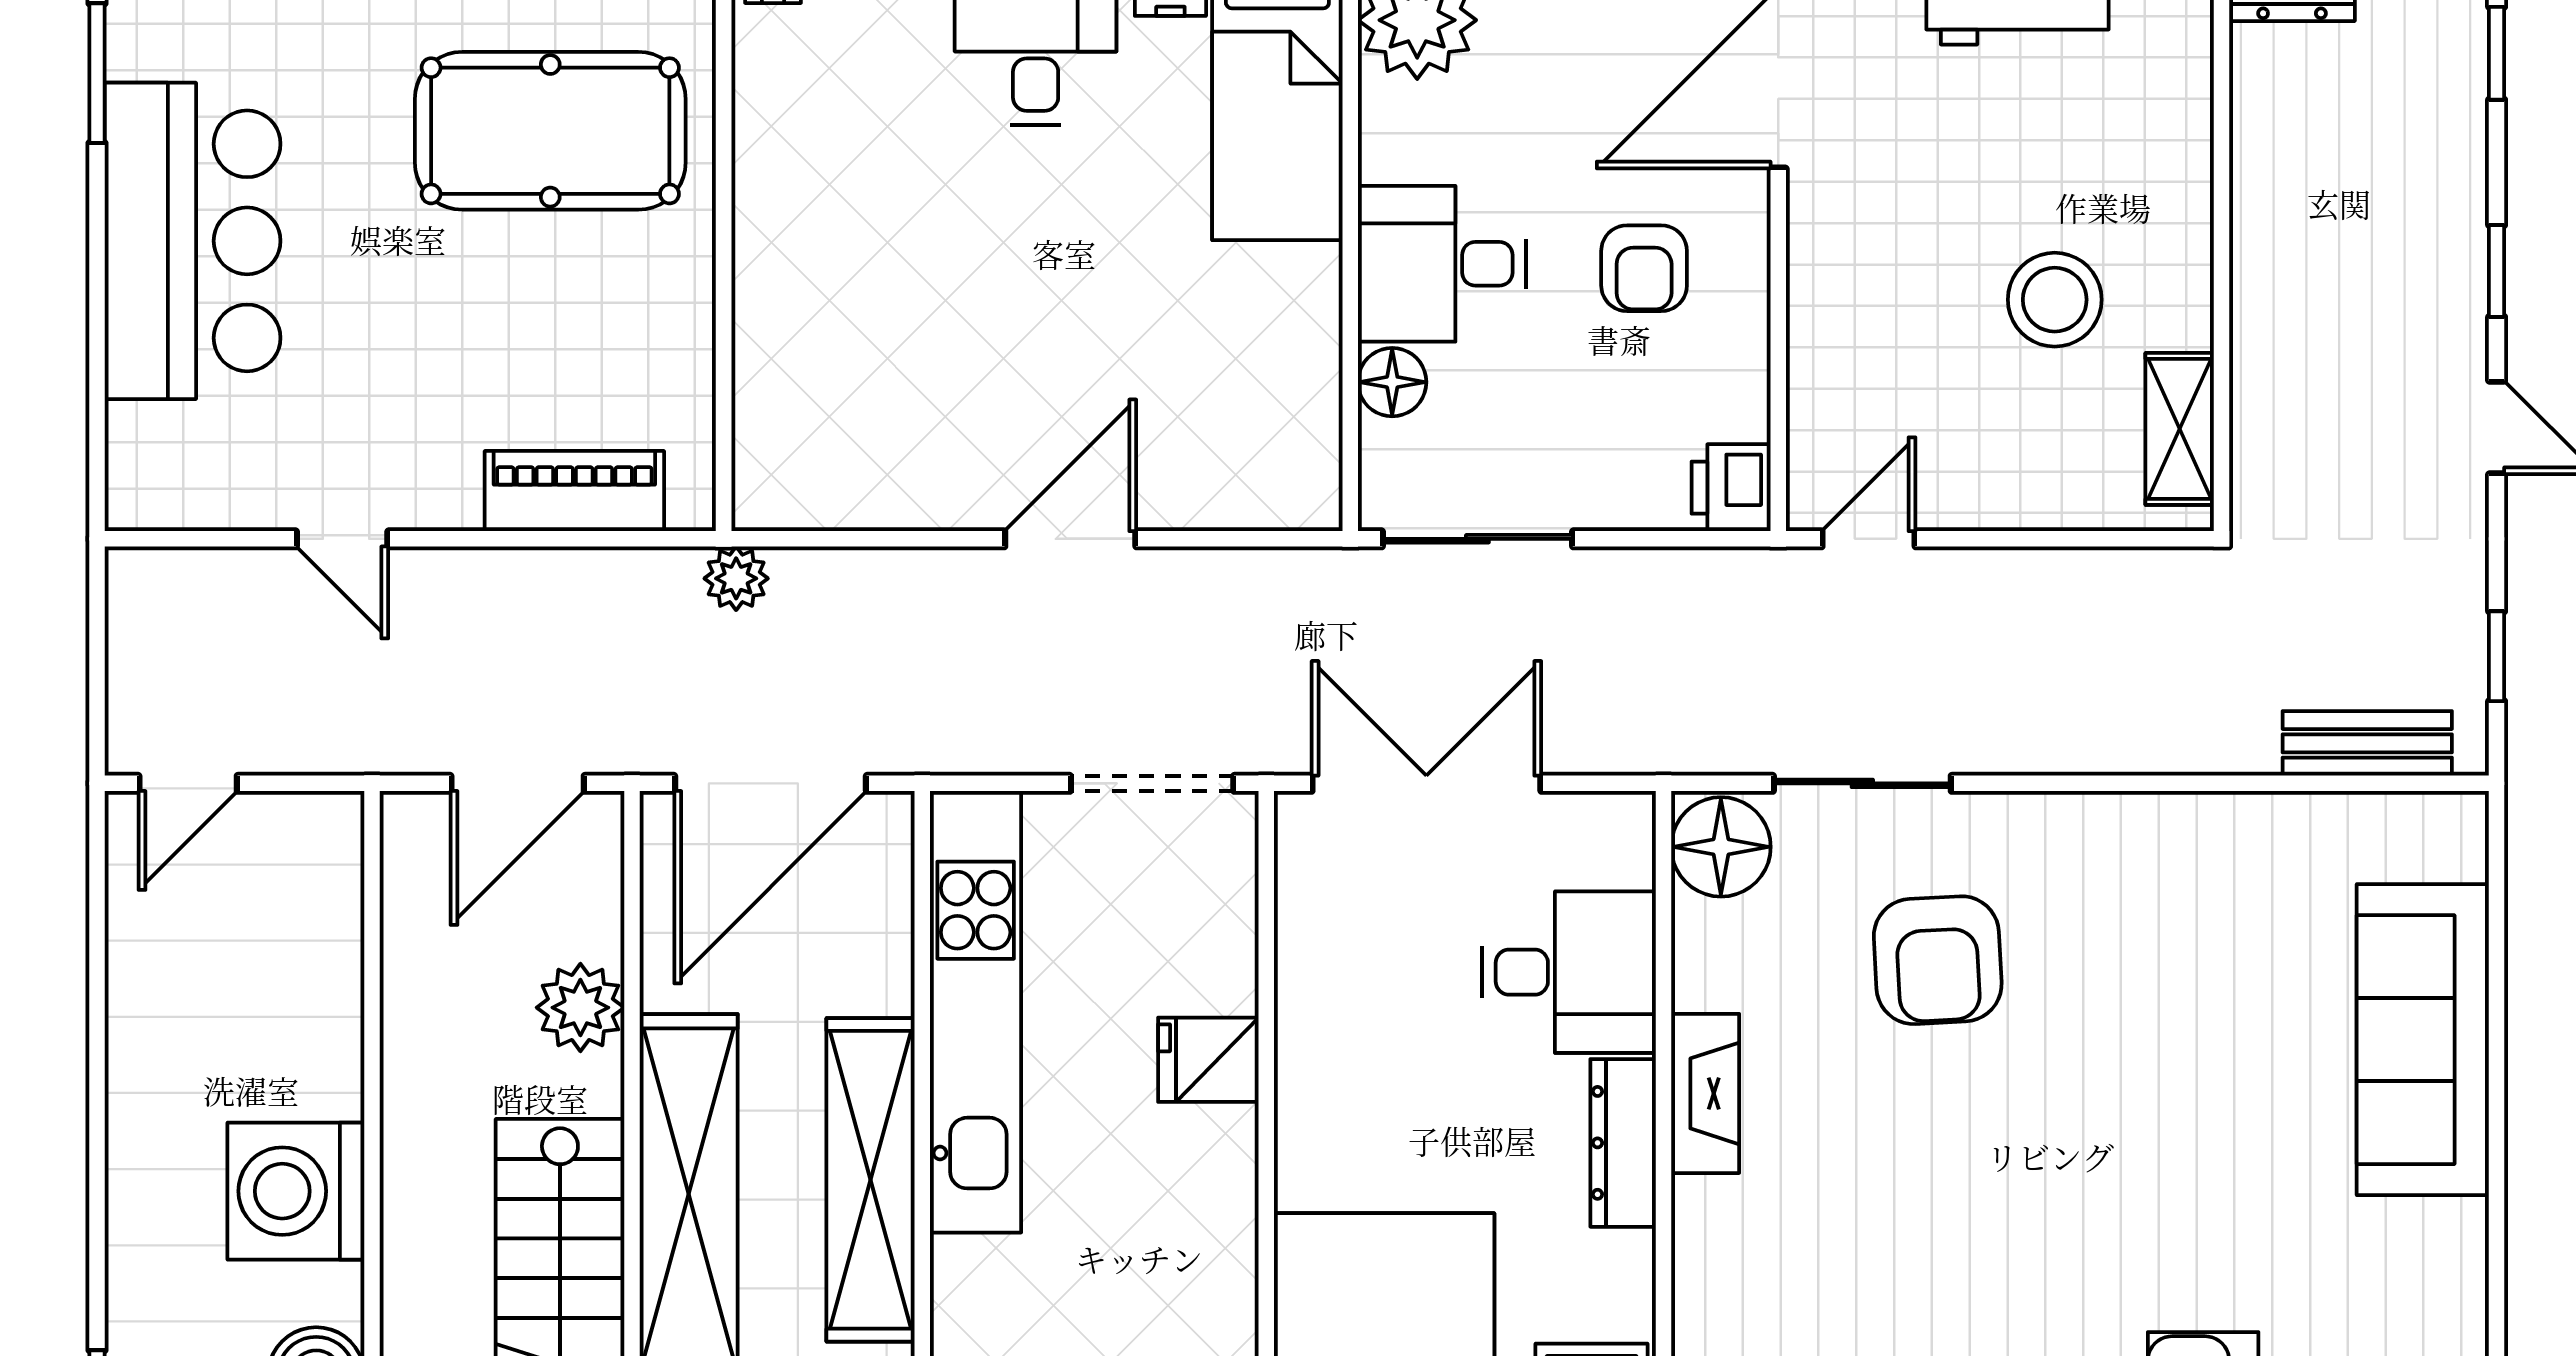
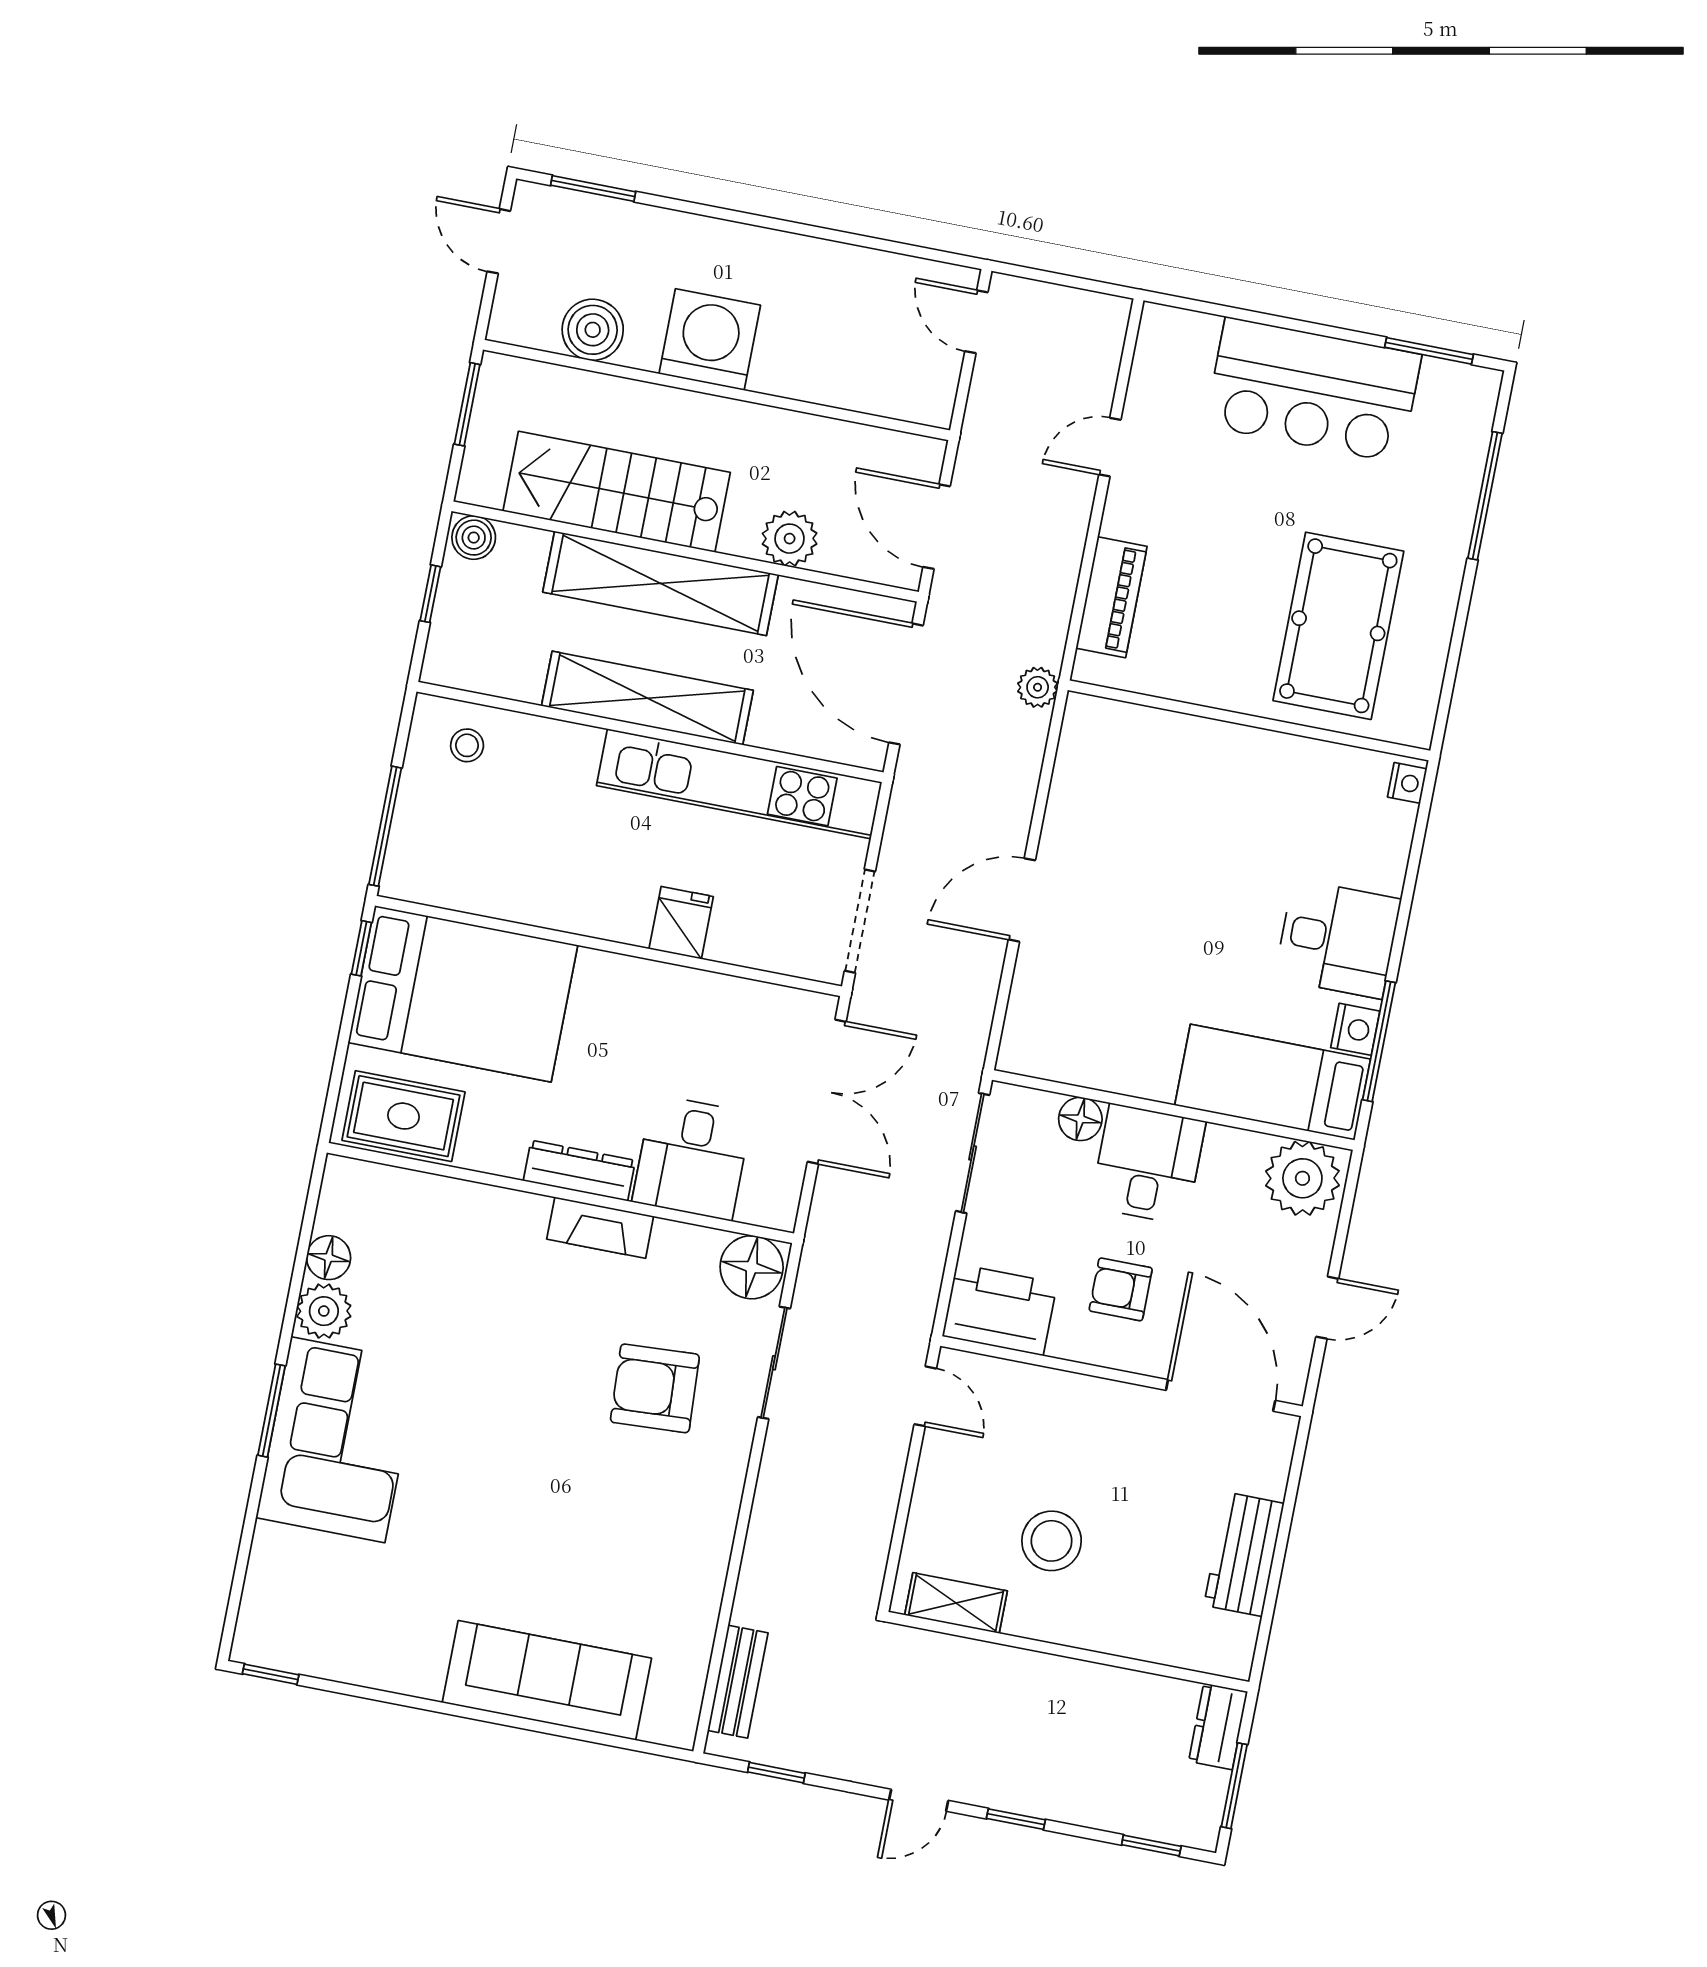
printer: (1731, 488) -> (1000, 1310), width x1.87, depth x1.48
door: (1070, 539) -> (1022, 900), swing flipped

